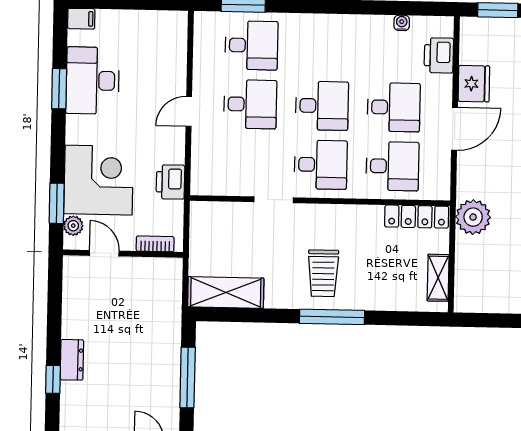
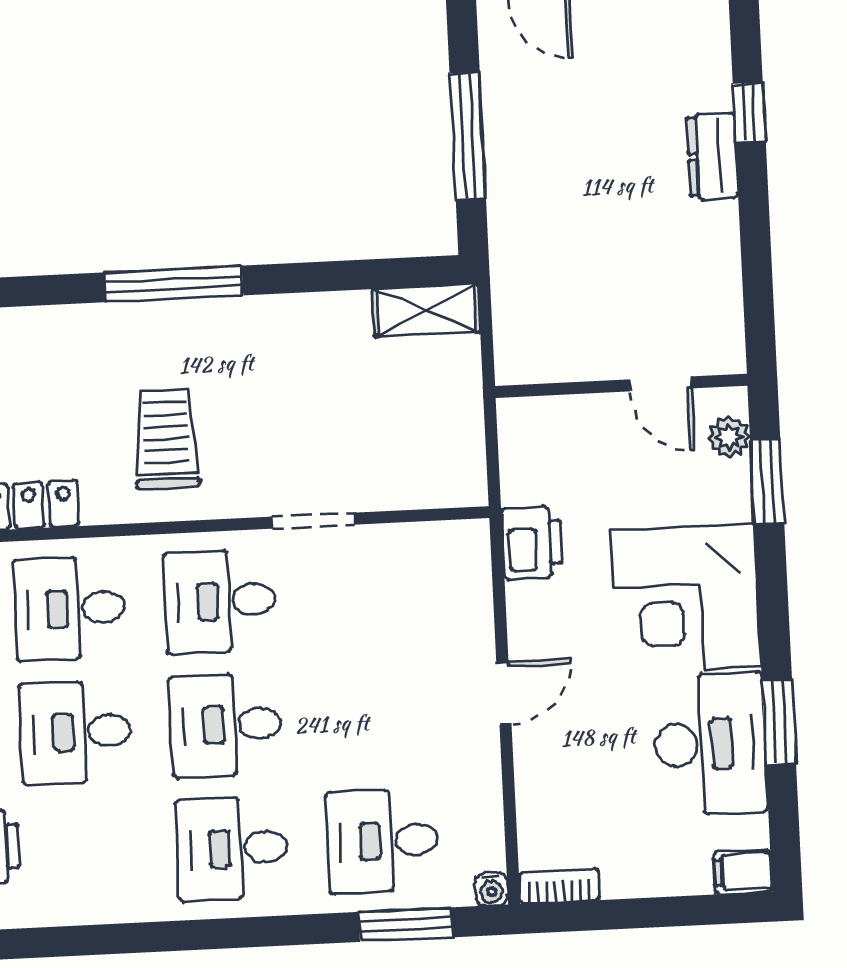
water cooler: (402, 23) -> (492, 889), moved
desk: (250, 104) -> (232, 848), moved
corner desk: (99, 180) -> (686, 599), moved
bookcase: (155, 244) -> (559, 886), moved, turned 180
trolley: (323, 273) -> (166, 439), moved
shelving: (226, 292) -> (426, 310), width x0.67, depth x0.75

